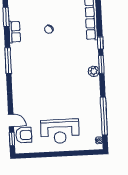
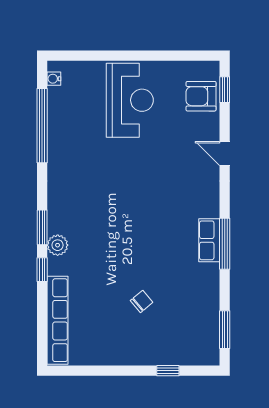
row of seats: (15, 32) -> (209, 240), moved
plant: (94, 71) -> (58, 245), moved
door: (11, 120) -> (225, 154), moved
reception desk: (60, 131) -> (130, 100), turned 90

